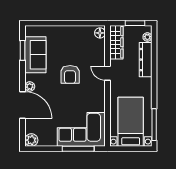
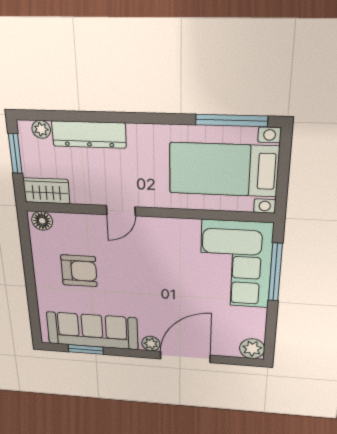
wardrobe: (116, 42) -> (46, 191), width x0.67
sofa: (35, 55) -> (92, 331), width x1.36
armchair: (70, 74) -> (79, 271), moved

